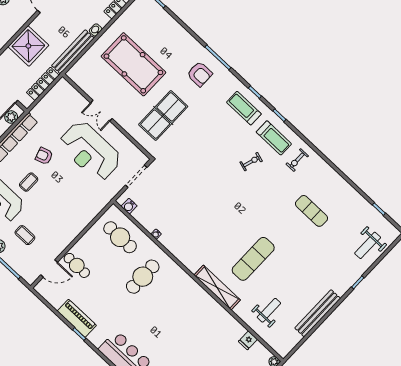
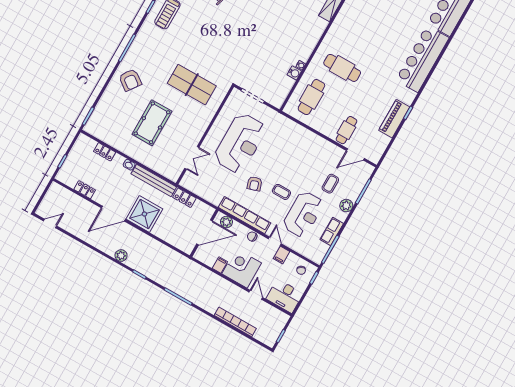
shower: (28, 46) -> (144, 214), moved
pool table: (133, 64) -> (152, 123), width x0.73, depth x0.76
armchair: (200, 74) -> (130, 80), moved, turned 126
locker: (43, 84) -> (184, 198), width x0.66
double door: (101, 111) -> (192, 158), moved
water cooler: (129, 206) -> (294, 73), moved
door: (49, 269) -> (355, 154), swing flipped

